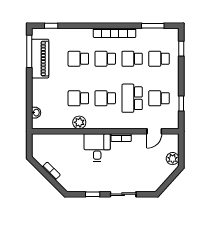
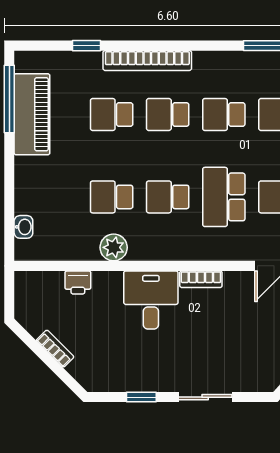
window: (51, 26) -> (87, 46), moved
bookcase: (115, 33) -> (147, 61), moved
printer: (62, 139) -> (78, 282), added

